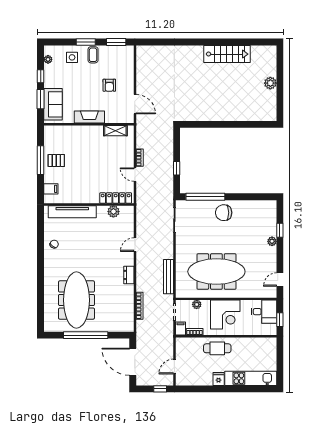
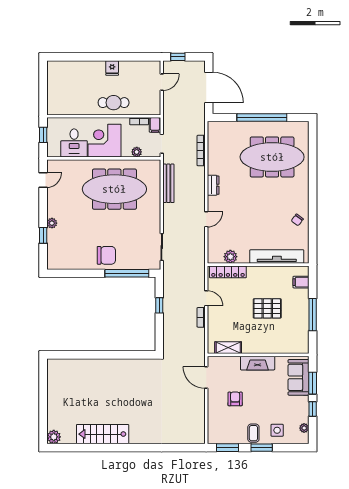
plant: (270, 83) -> (54, 437), moved
pallet: (56, 161) -> (267, 308), moved, width x1.50, depth x1.42
meeting table: (76, 300) -> (272, 157), turned 90
desk: (264, 312) -> (74, 143), moved, turned -90
kitchen unit: (251, 378) -> (76, 69), removed

